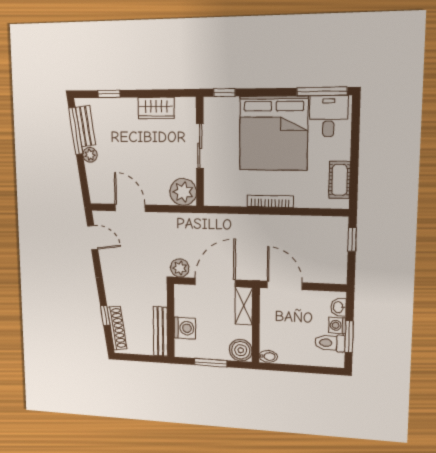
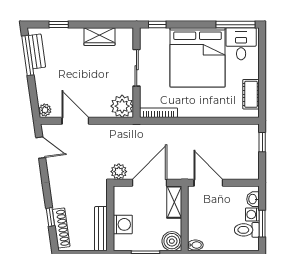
plant: (90, 155) -> (45, 110), moved
bookcase: (270, 201) -> (159, 113), moved

